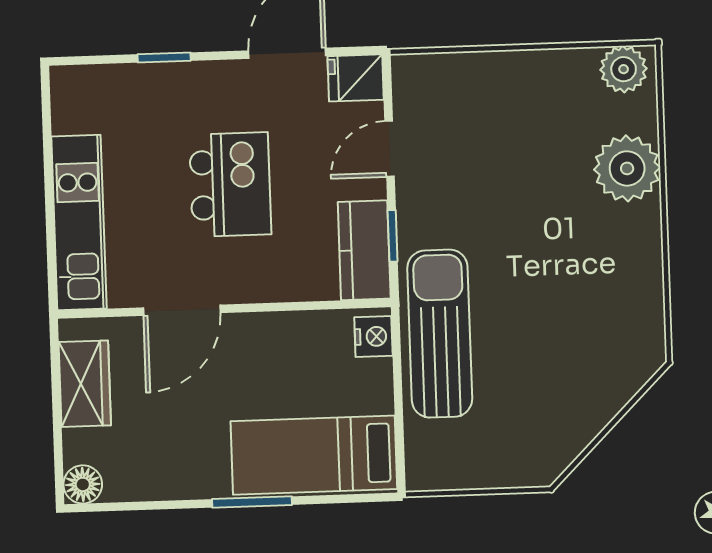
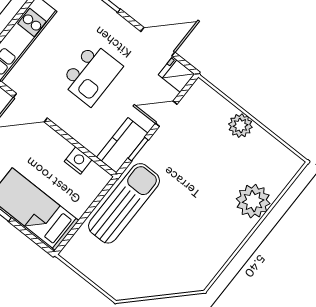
plant: (624, 69) -> (240, 126), moved
nightstand: (373, 336) -> (78, 161), moved, turned -90

